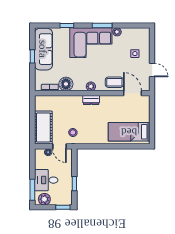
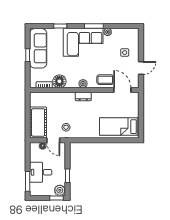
door: (152, 70) -> (141, 68), hinge flipped
plant: (44, 199) -> (60, 190), moved

